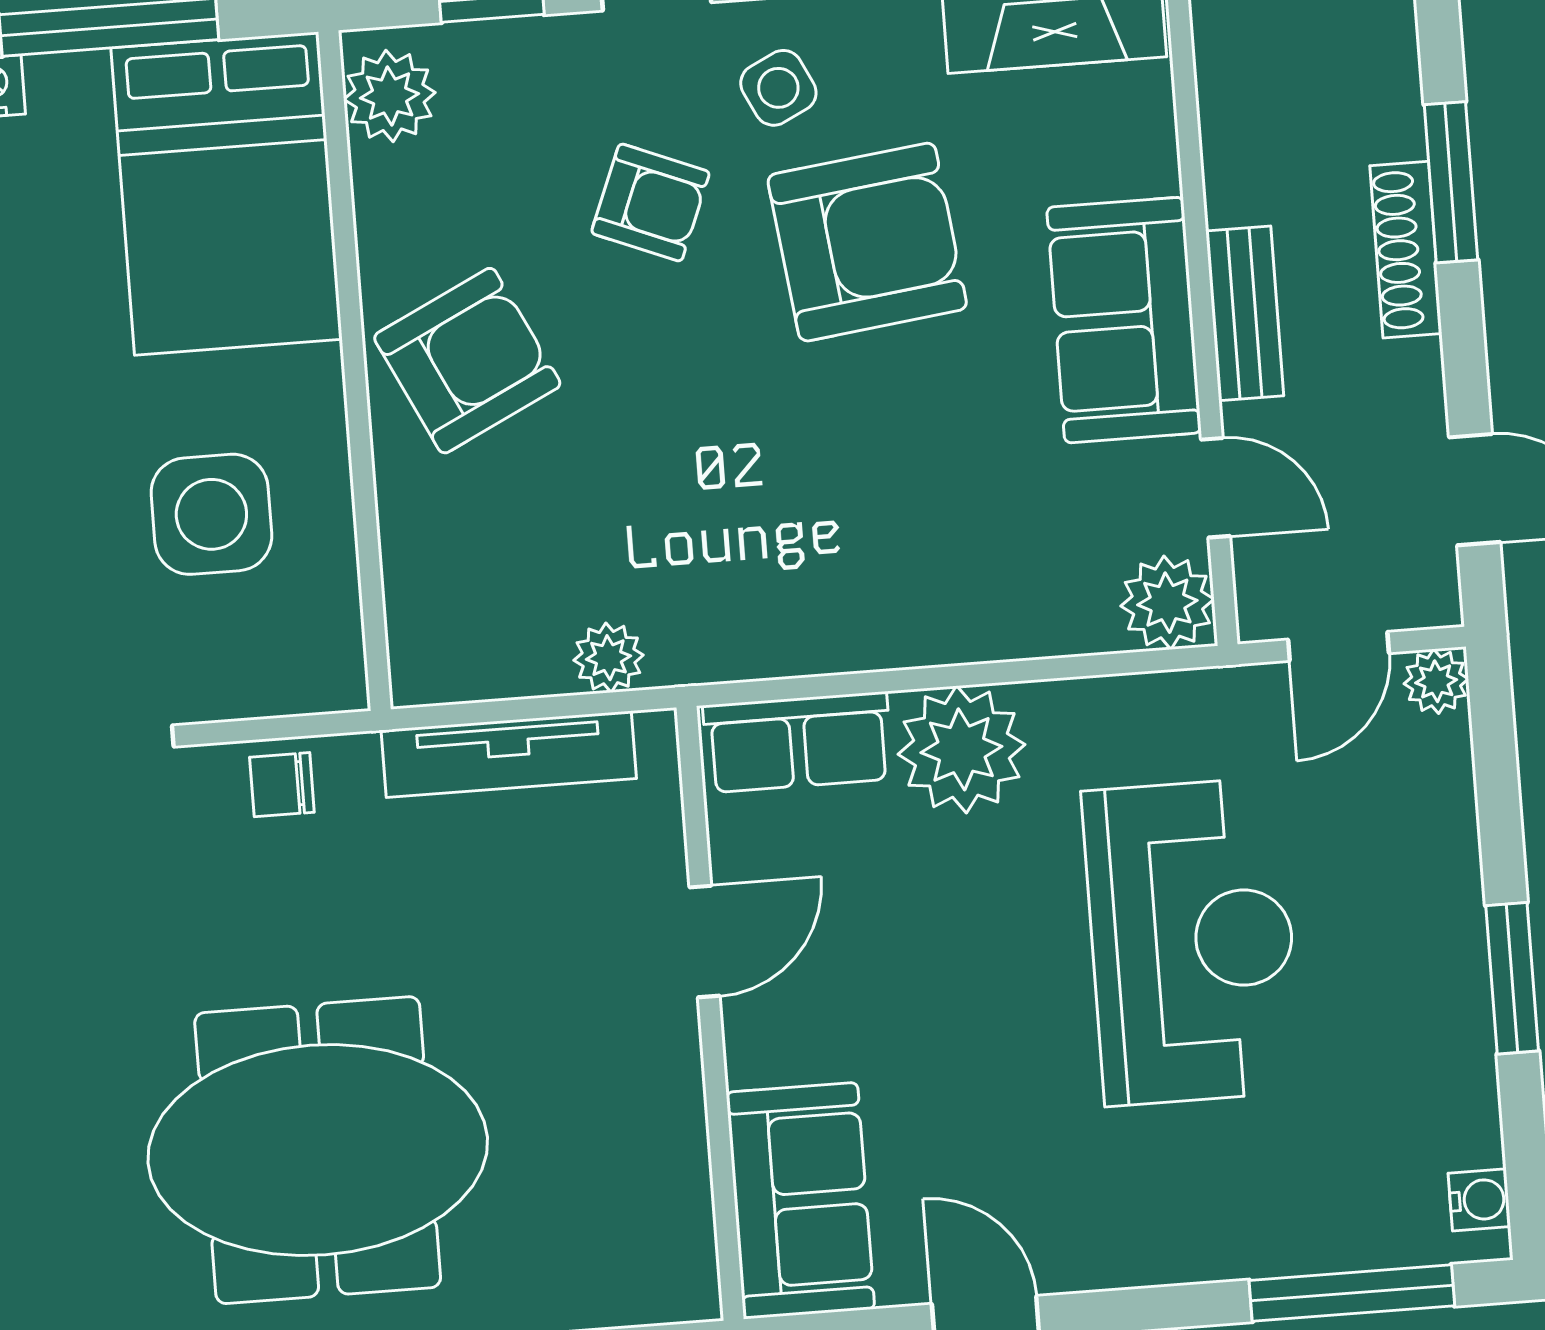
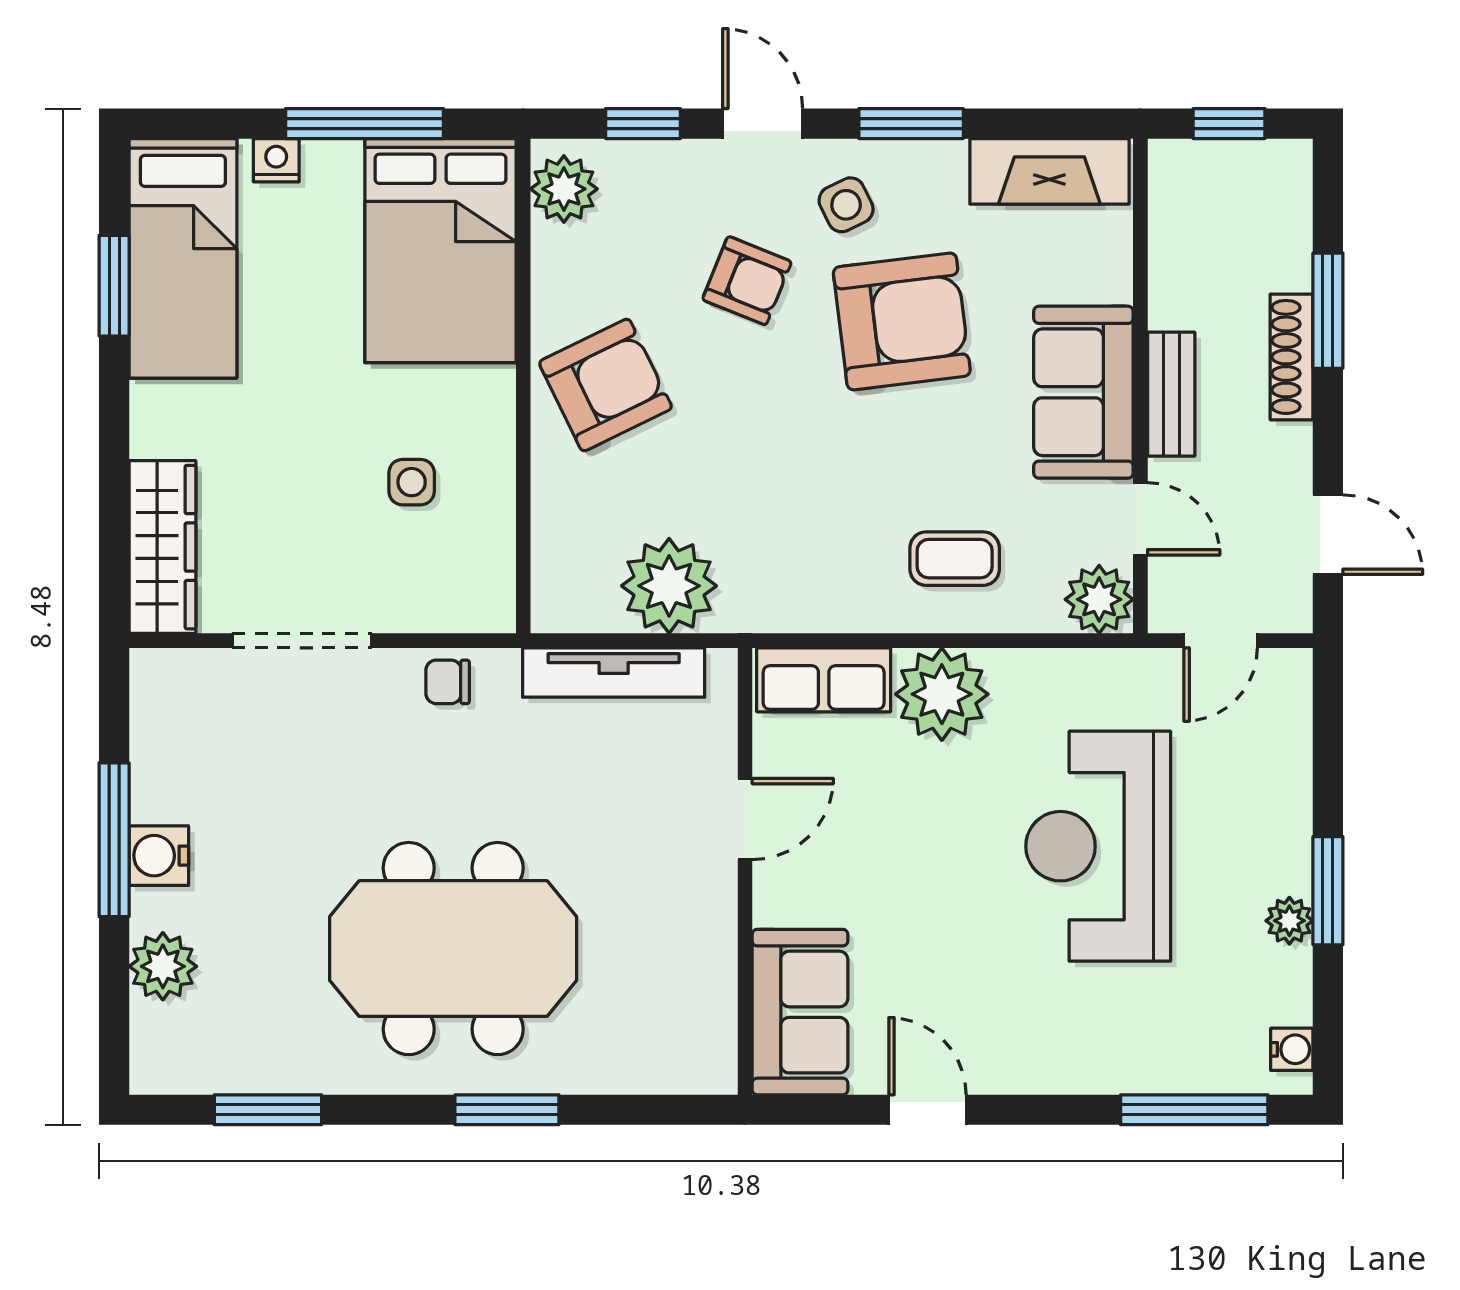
side table: (211, 514) -> (412, 482), width x0.54, depth x0.54
coffee table: (965, 562) -> (955, 559), added
plant: (608, 658) -> (669, 586), width x1.88, depth x1.88
plant: (1436, 681) -> (1289, 921), moved
reception desk: (1192, 941) -> (1098, 846), turned 180

